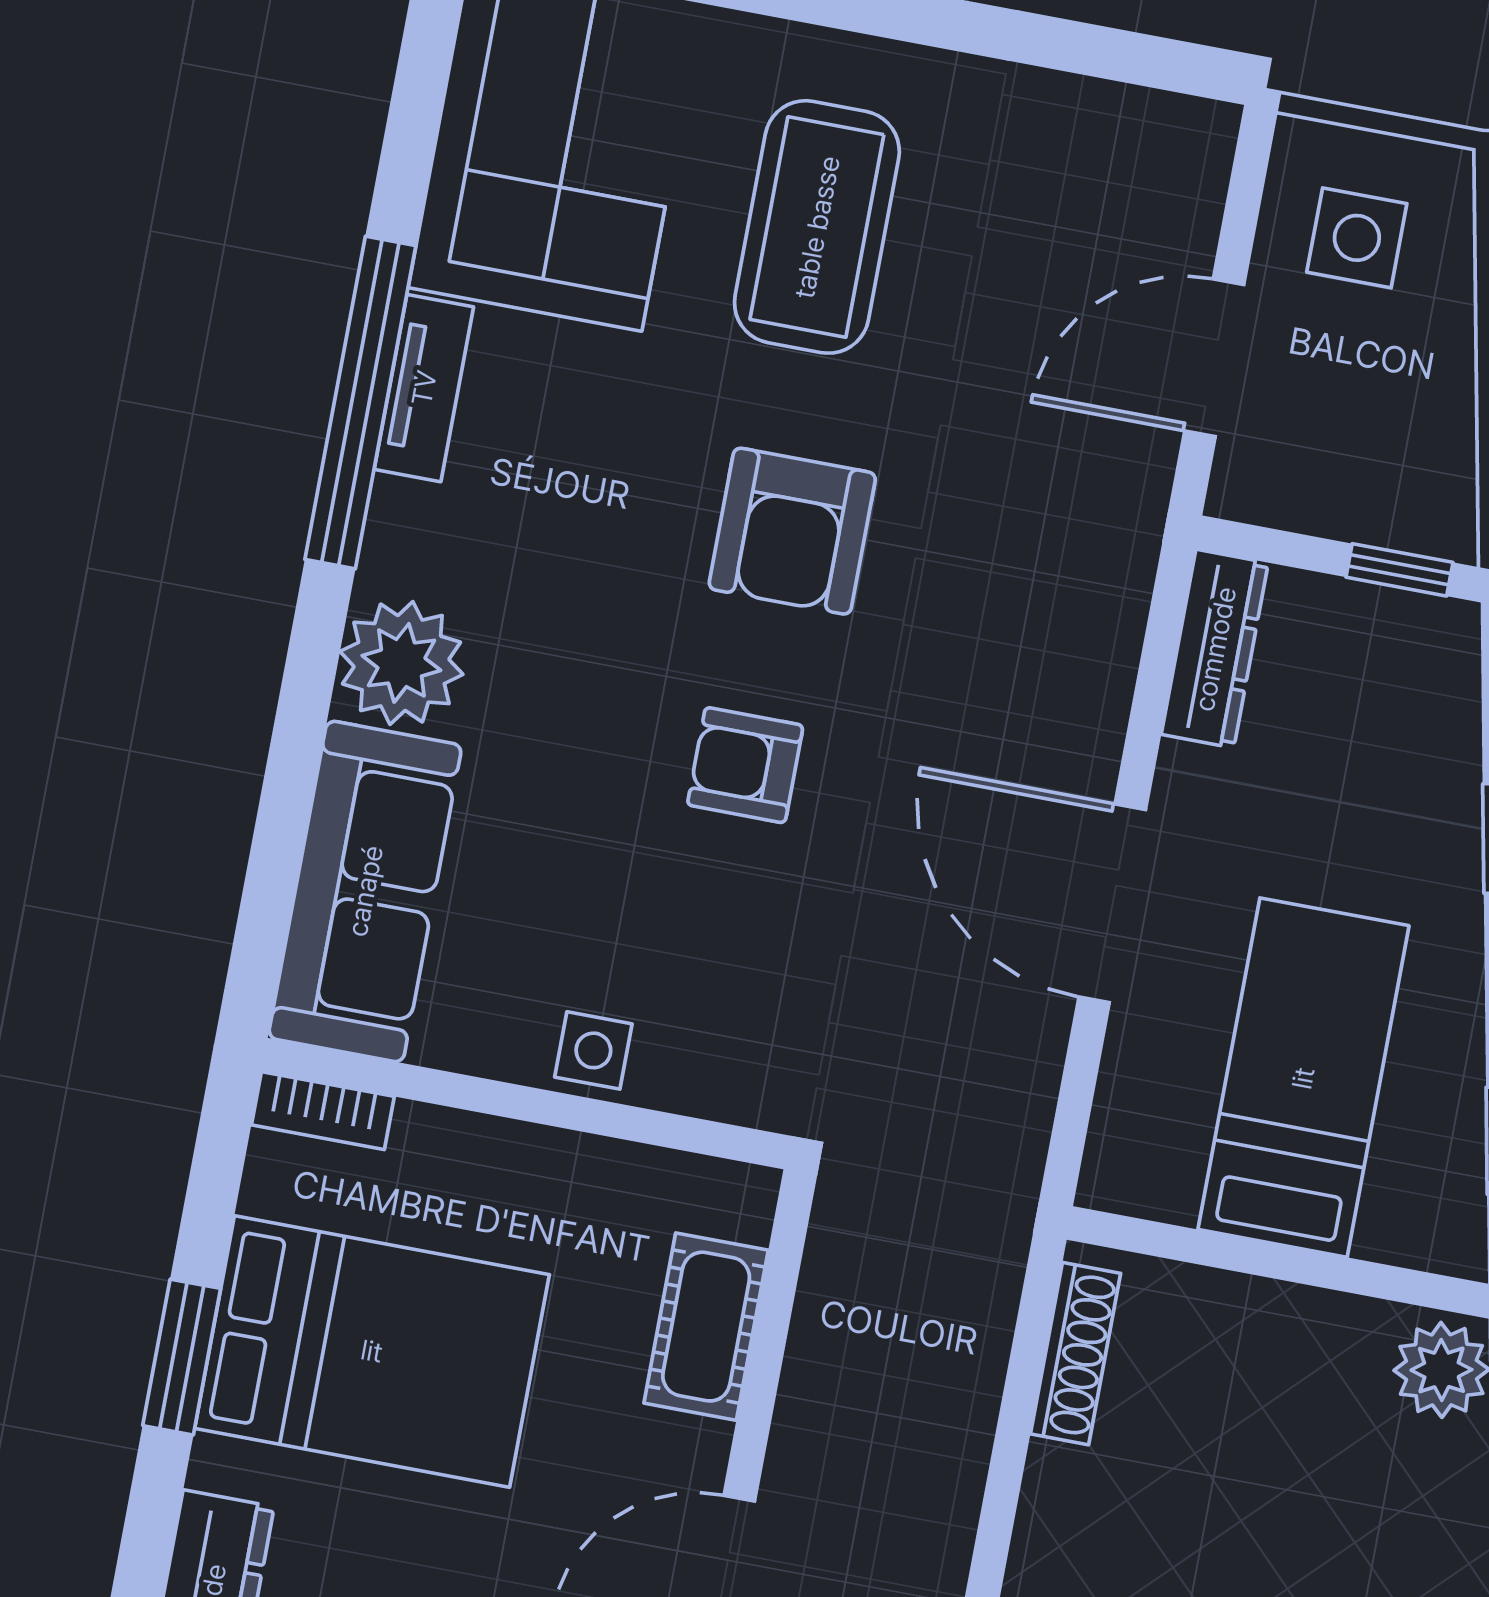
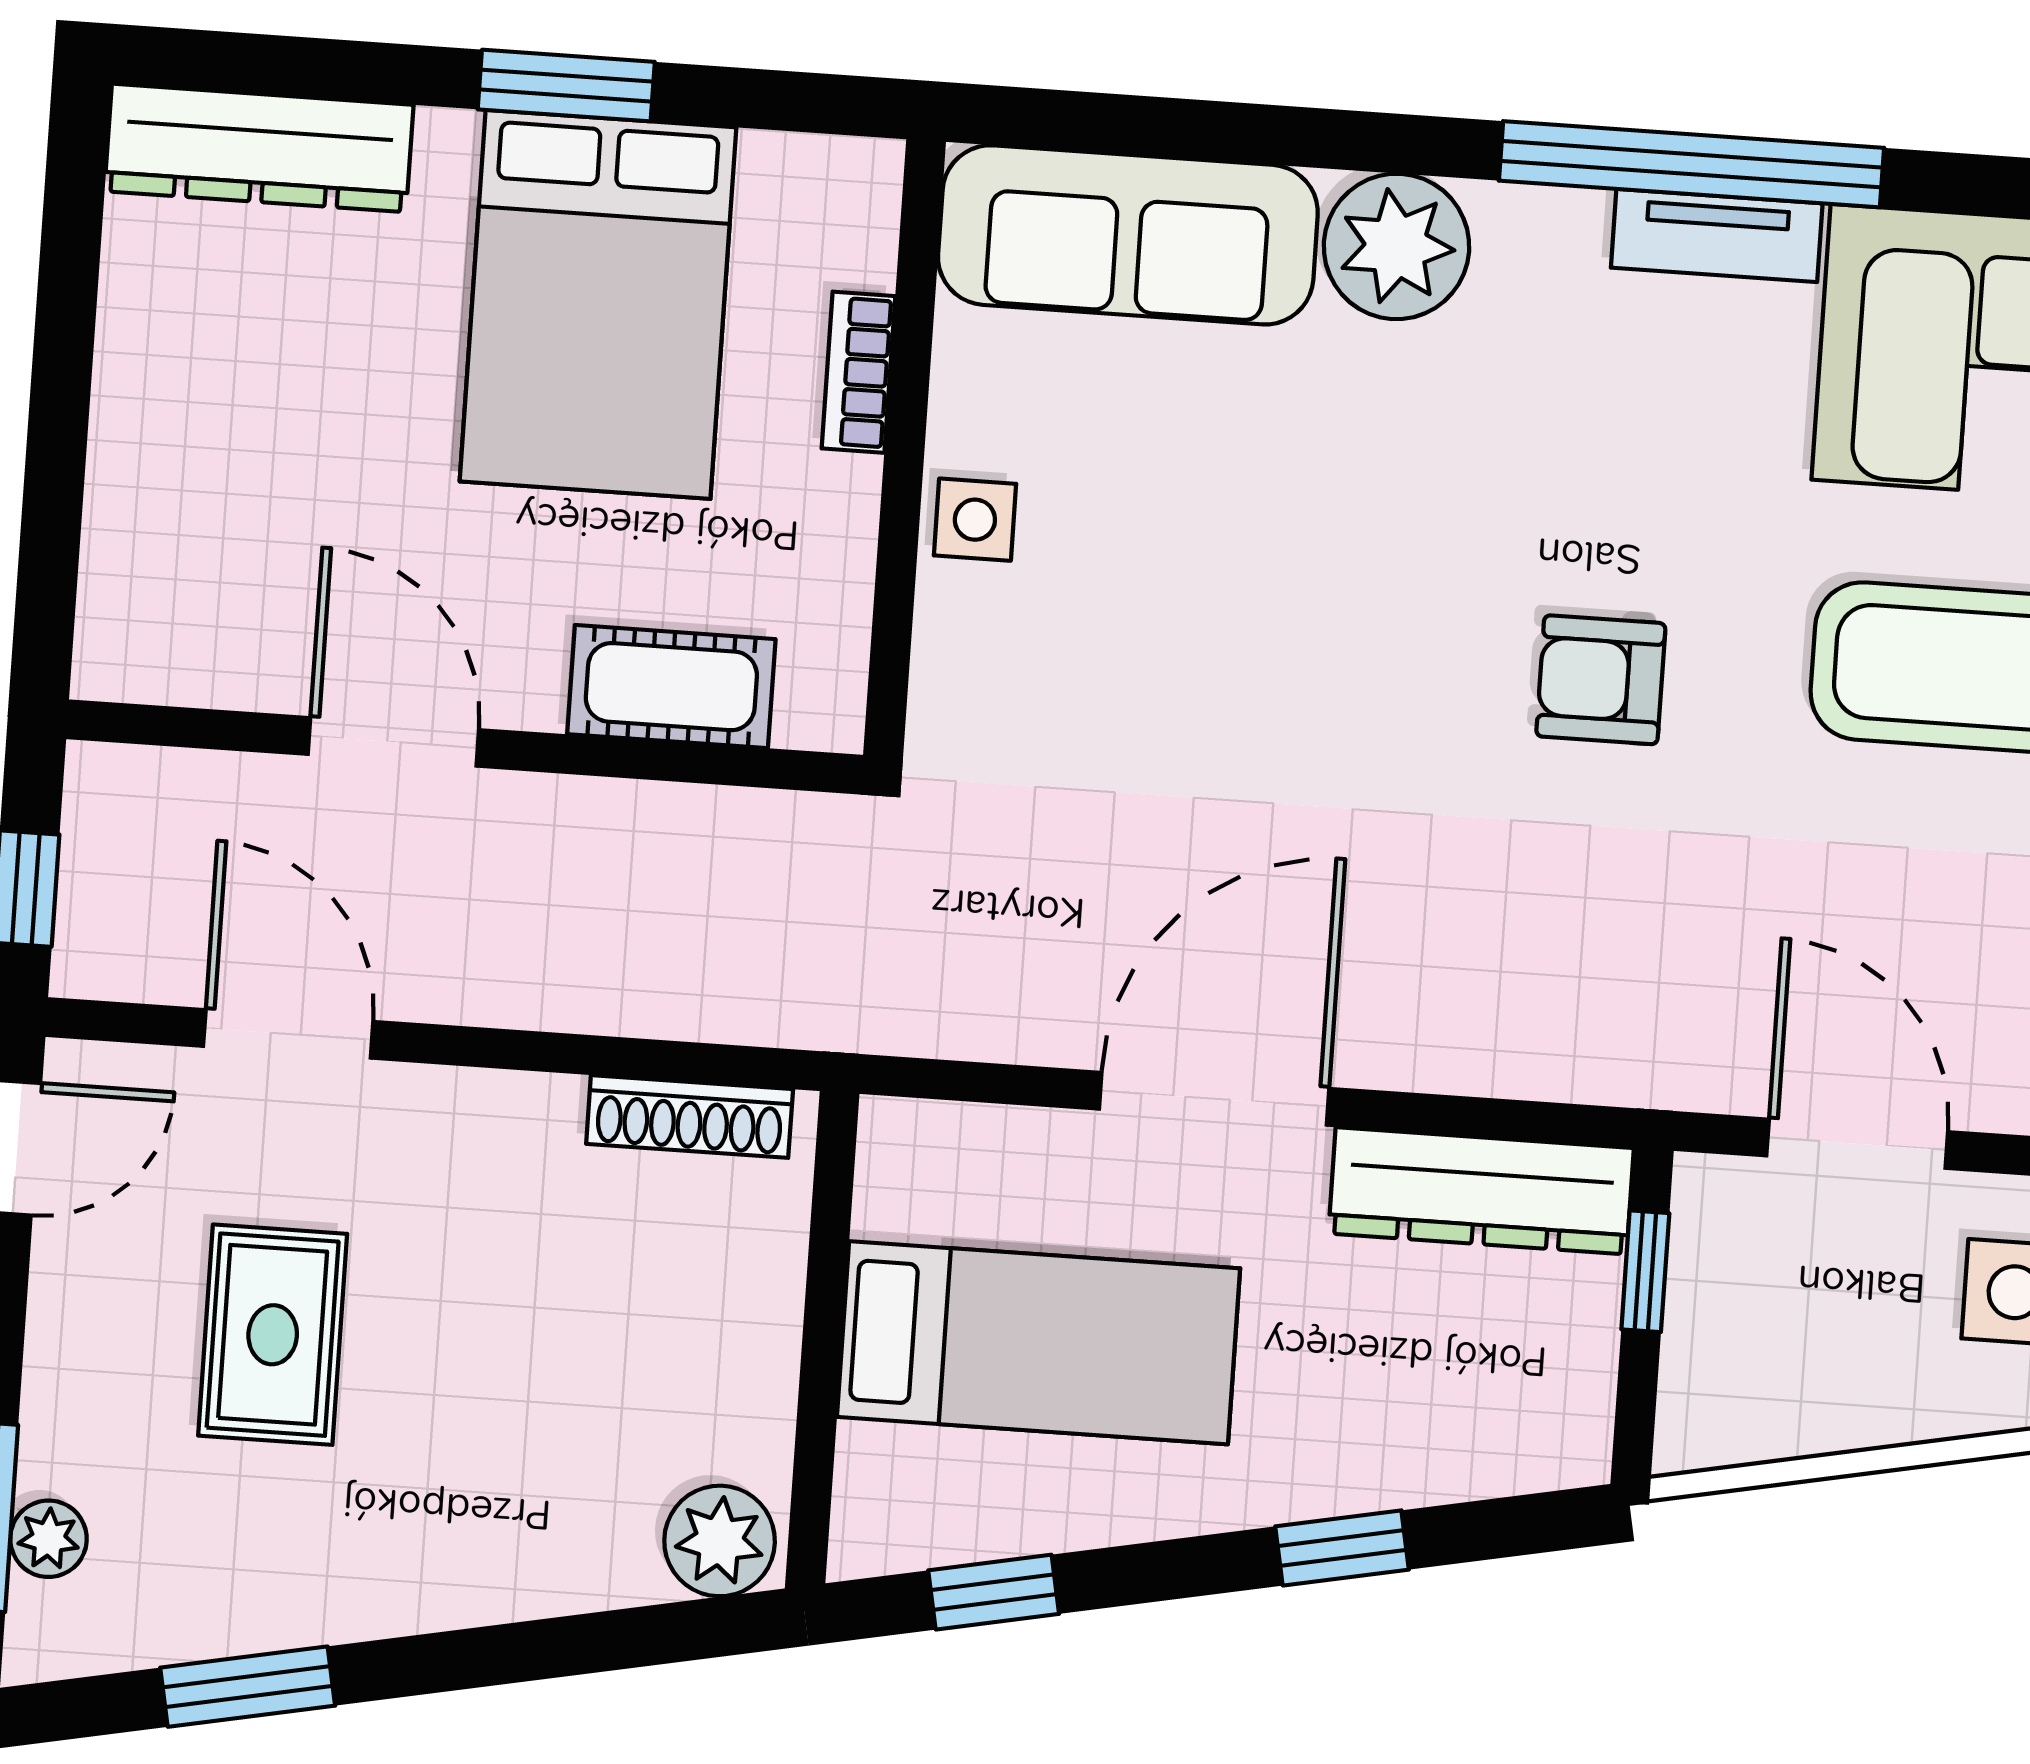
armchair: (792, 531) -> (1601, 680), width x0.72, depth x0.72
window: (1399, 570) -> (1645, 1271), moved
dresser: (1215, 649) -> (1481, 1191), width x1.37, depth x1.24
armchair: (745, 765) -> (1325, 657), removed
bookcase: (323, 1111) -> (858, 372), moved

